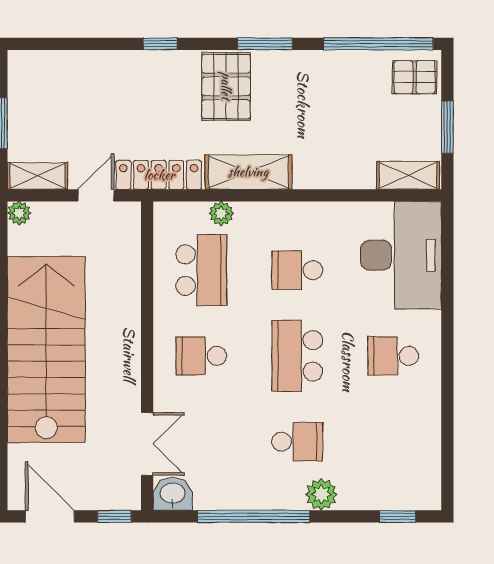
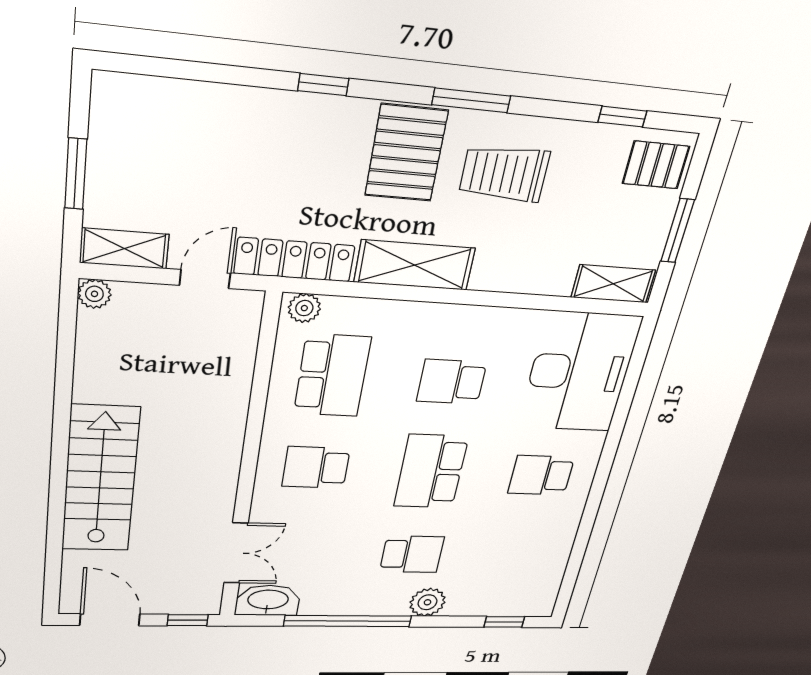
window: (378, 44) -> (622, 117), width x0.32
trolley: (301, 95) -> (504, 174), added
plant: (221, 214) -> (304, 308), moved
stairs: (46, 349) -> (100, 480), width x0.73, depth x0.66
washbasin: (173, 494) -> (268, 600), width x1.38

